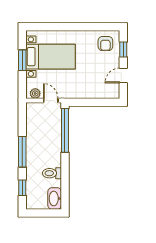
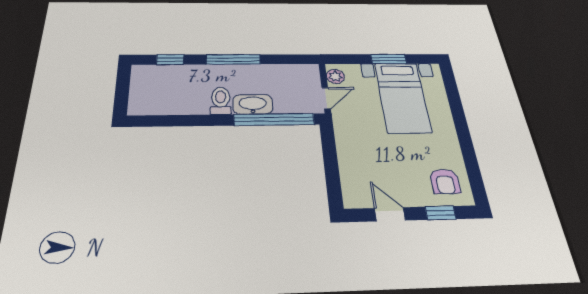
armchair: (105, 44) -> (445, 181), turned -90
toilet: (52, 173) -> (221, 101), moved
washbasin: (55, 199) -> (253, 104), moved

